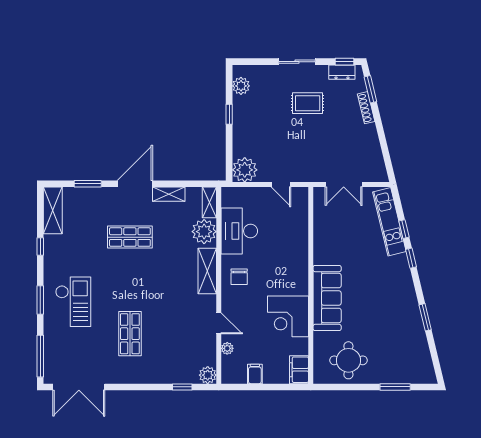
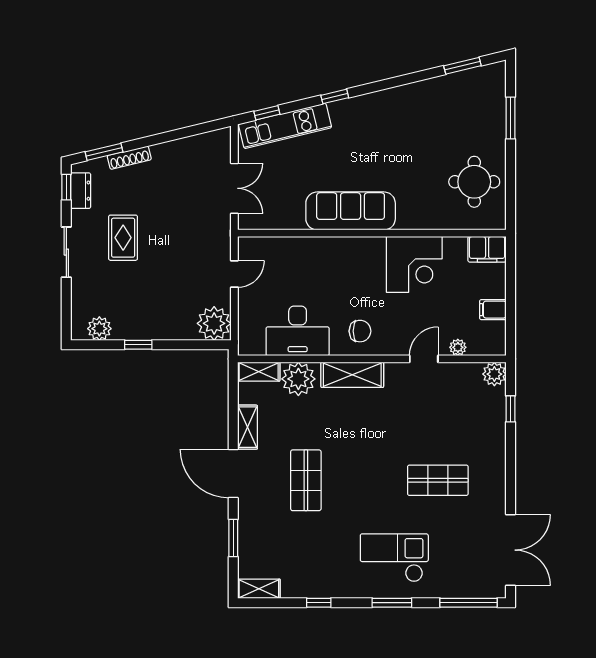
shelving: (53, 210) -> (259, 589), width x0.67, depth x0.75
window: (404, 229) -> (267, 113), moved
sofa: (327, 298) -> (351, 211), moved
window: (425, 317) -> (462, 66), moved

